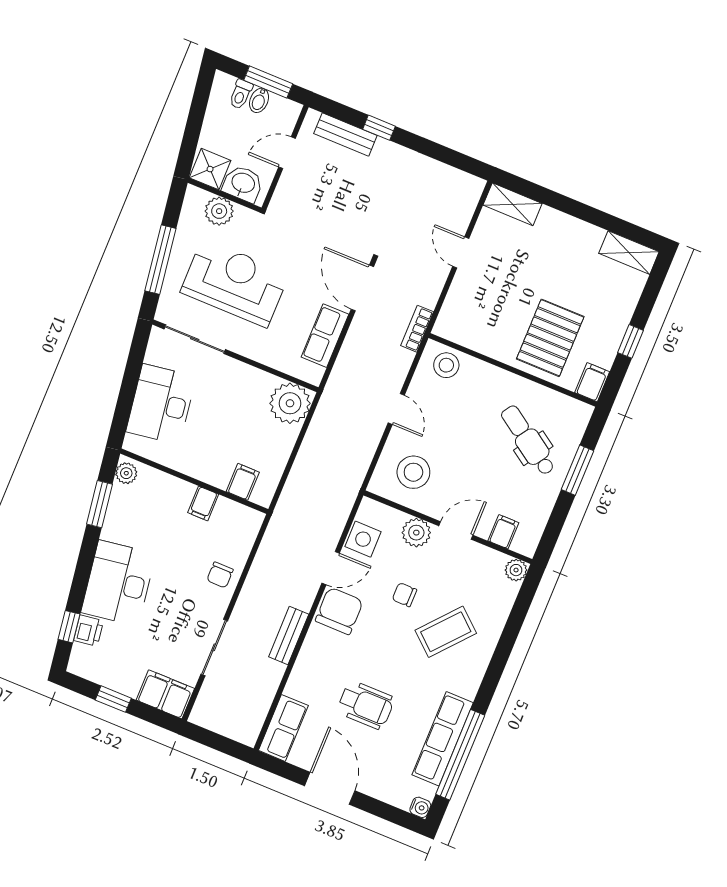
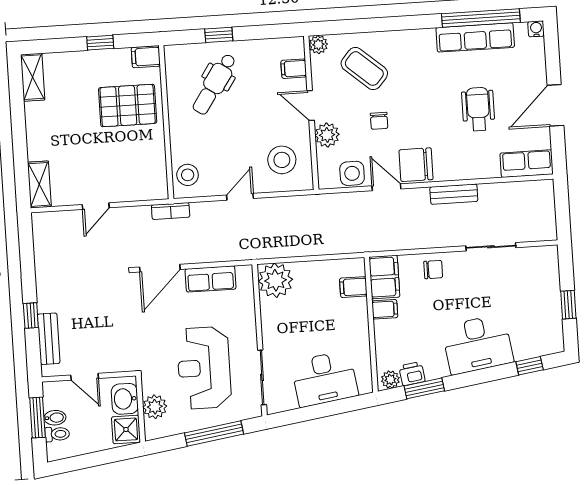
window: (578, 470) -> (219, 35), width x0.67
printer: (89, 631) -> (412, 374), moved
coffee table: (446, 632) -> (364, 69), moved
filing cabinet: (165, 694) -> (384, 277), moved, turned 180

